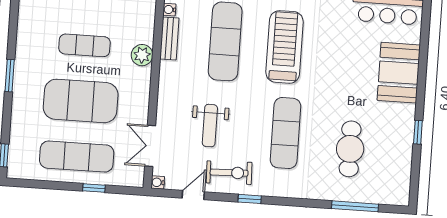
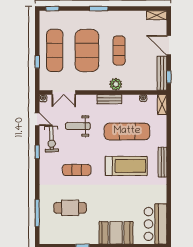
bench: (169, 38) -> (109, 99), moved
exercise mat: (285, 133) -> (77, 170), width x0.73, depth x0.69
double door: (150, 146) -> (64, 92), swing flipped

